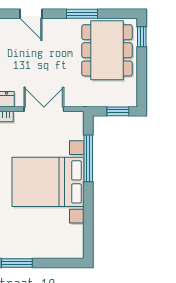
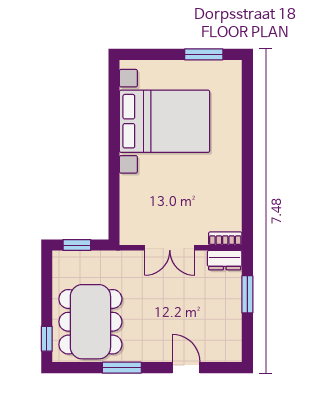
window: (88, 158) -> (114, 186), removed
bed with nightstands: (48, 182) -> (165, 121), moved

